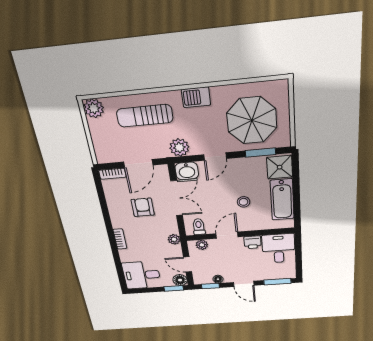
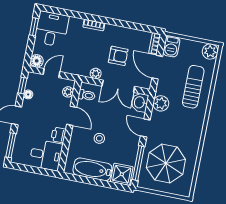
barbecue: (196, 97) -> (171, 46), moved, turned 180
window: (260, 153) -> (138, 163), width x1.44
plant: (174, 239) -> (96, 73), moved
window: (174, 288) -> (34, 27), moved

